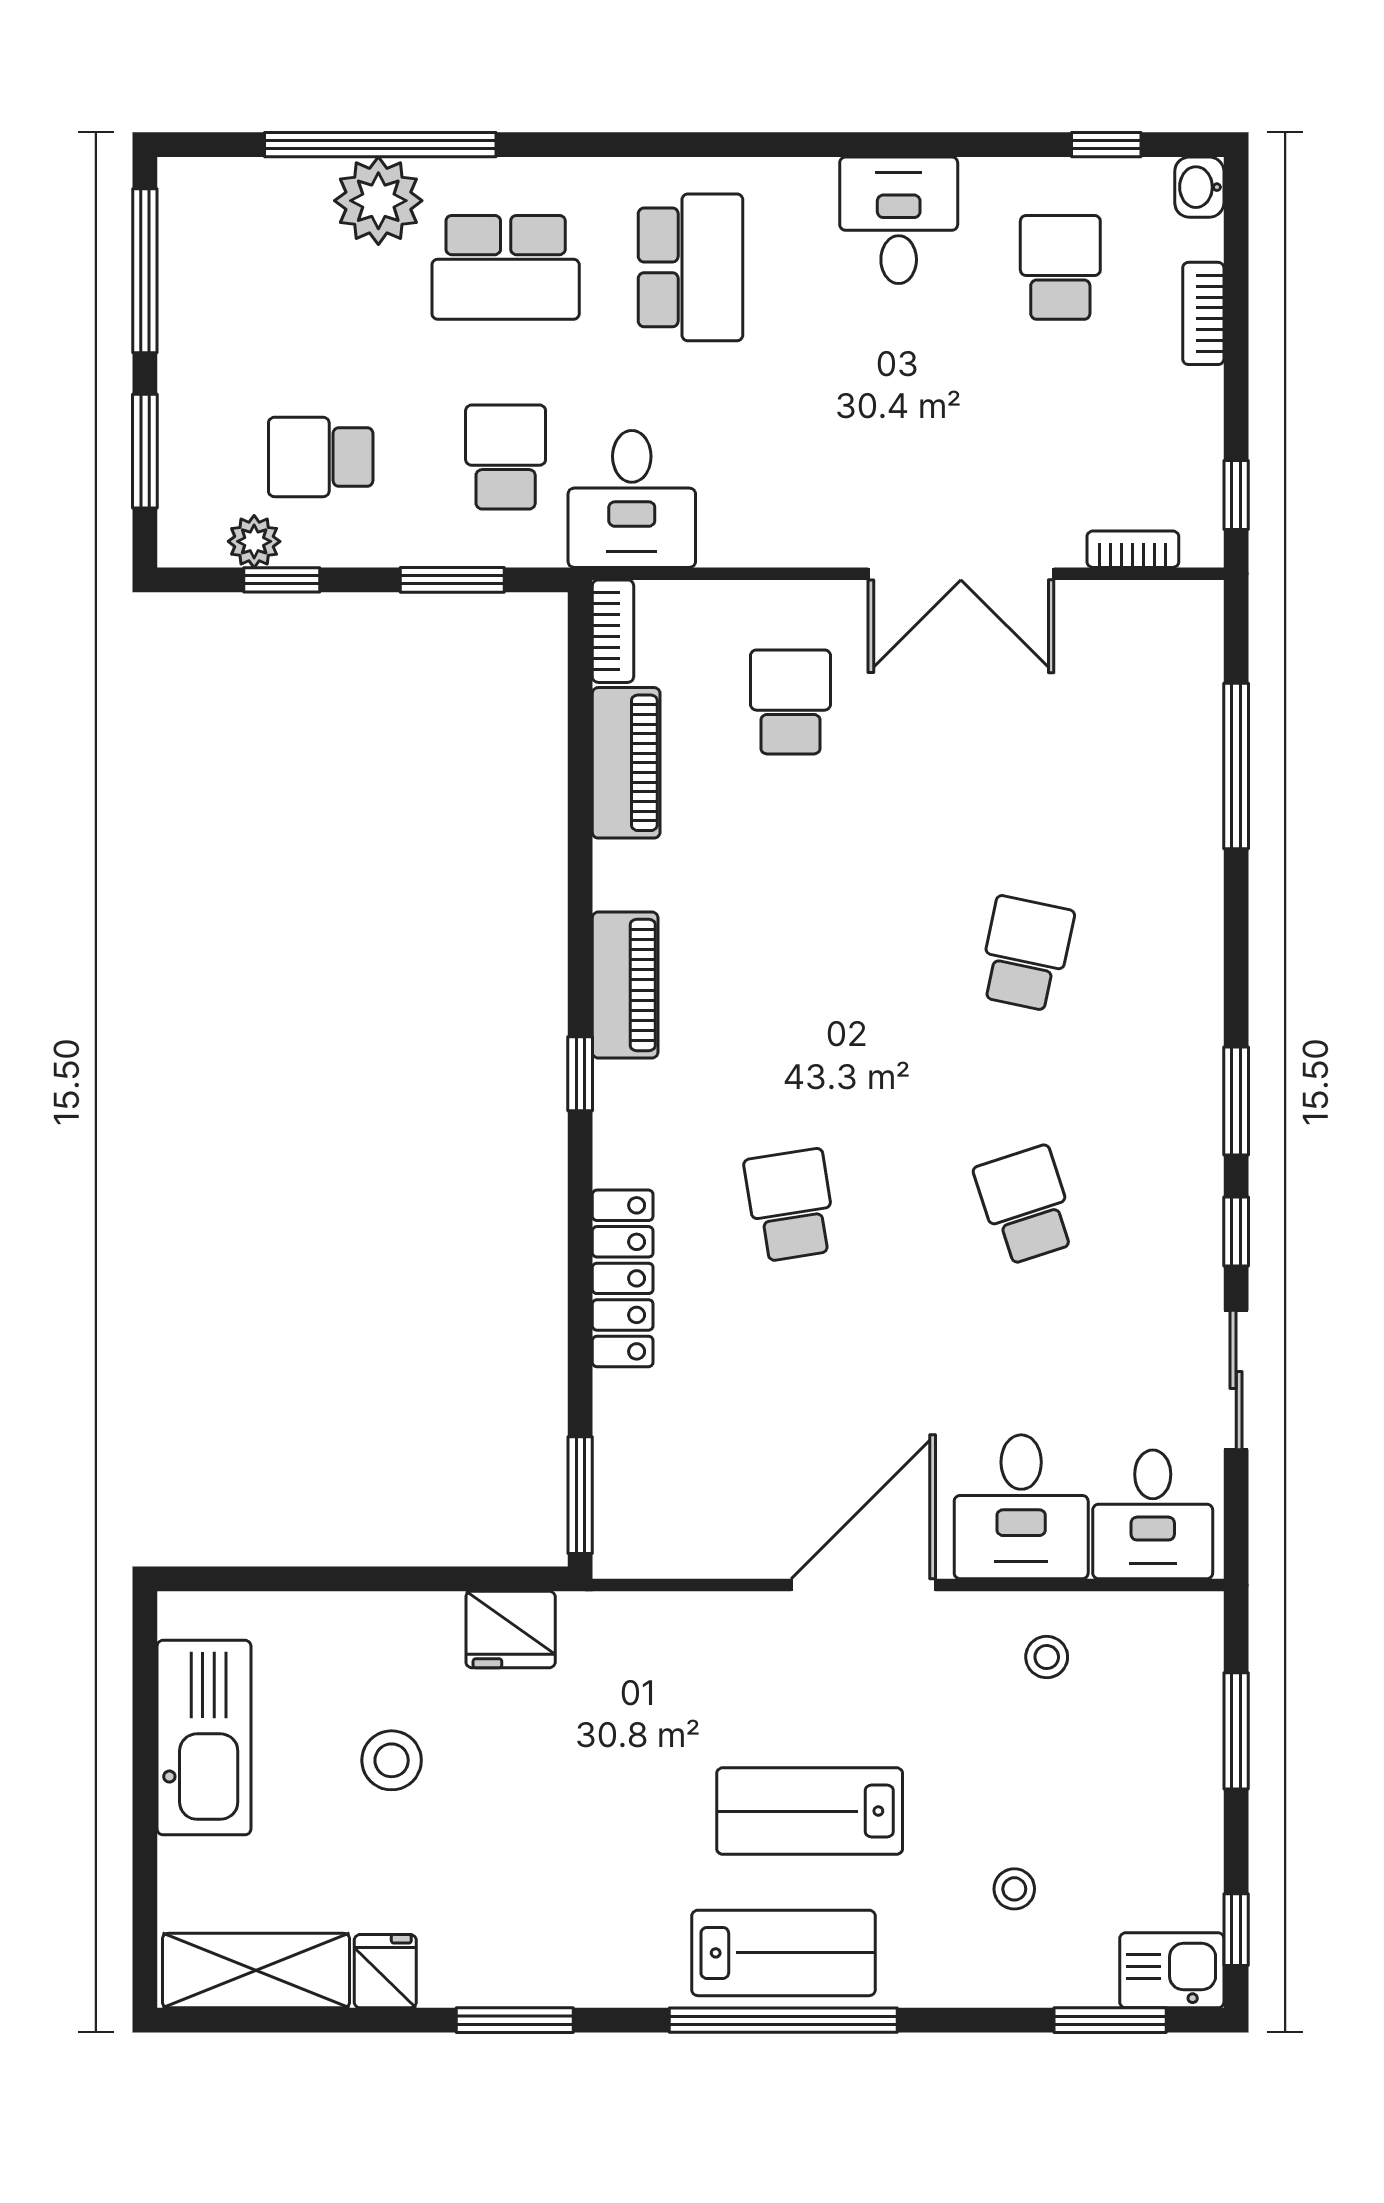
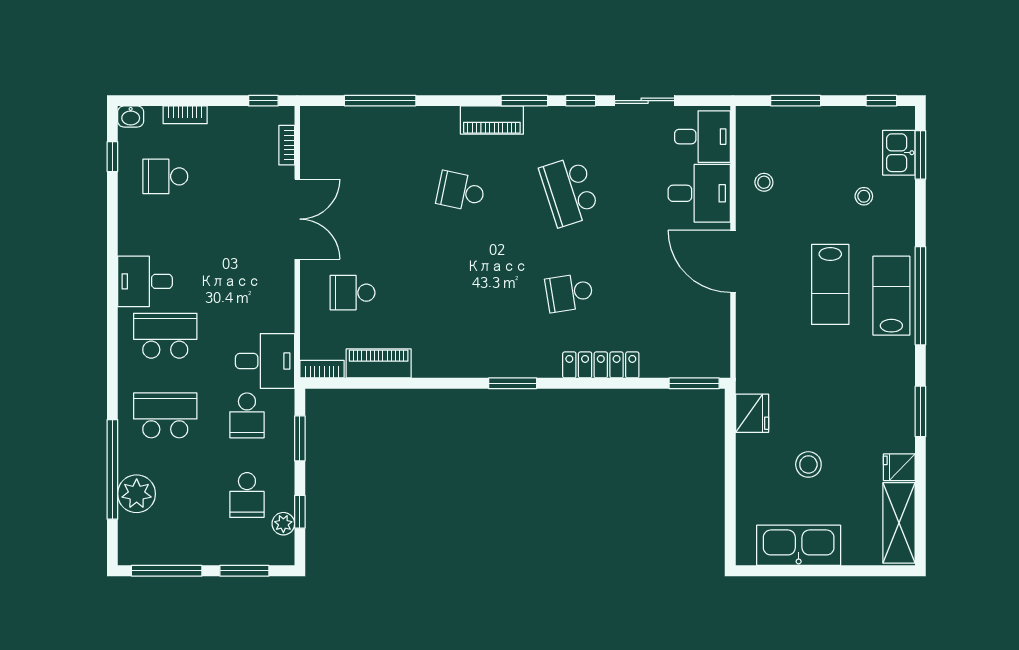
plant: (378, 201) -> (137, 494), moved
desk: (899, 220) -> (145, 281), moved
school desk: (506, 267) -> (165, 415), turned -90
school desk: (506, 457) -> (247, 415), turned -90
piano: (625, 985) -> (492, 120), moved, turned 180
window: (580, 1074) -> (513, 383), width x1.50
school desk: (1026, 1205) -> (569, 191), width x1.85
kitchen sink: (1172, 1970) -> (899, 153), moved

